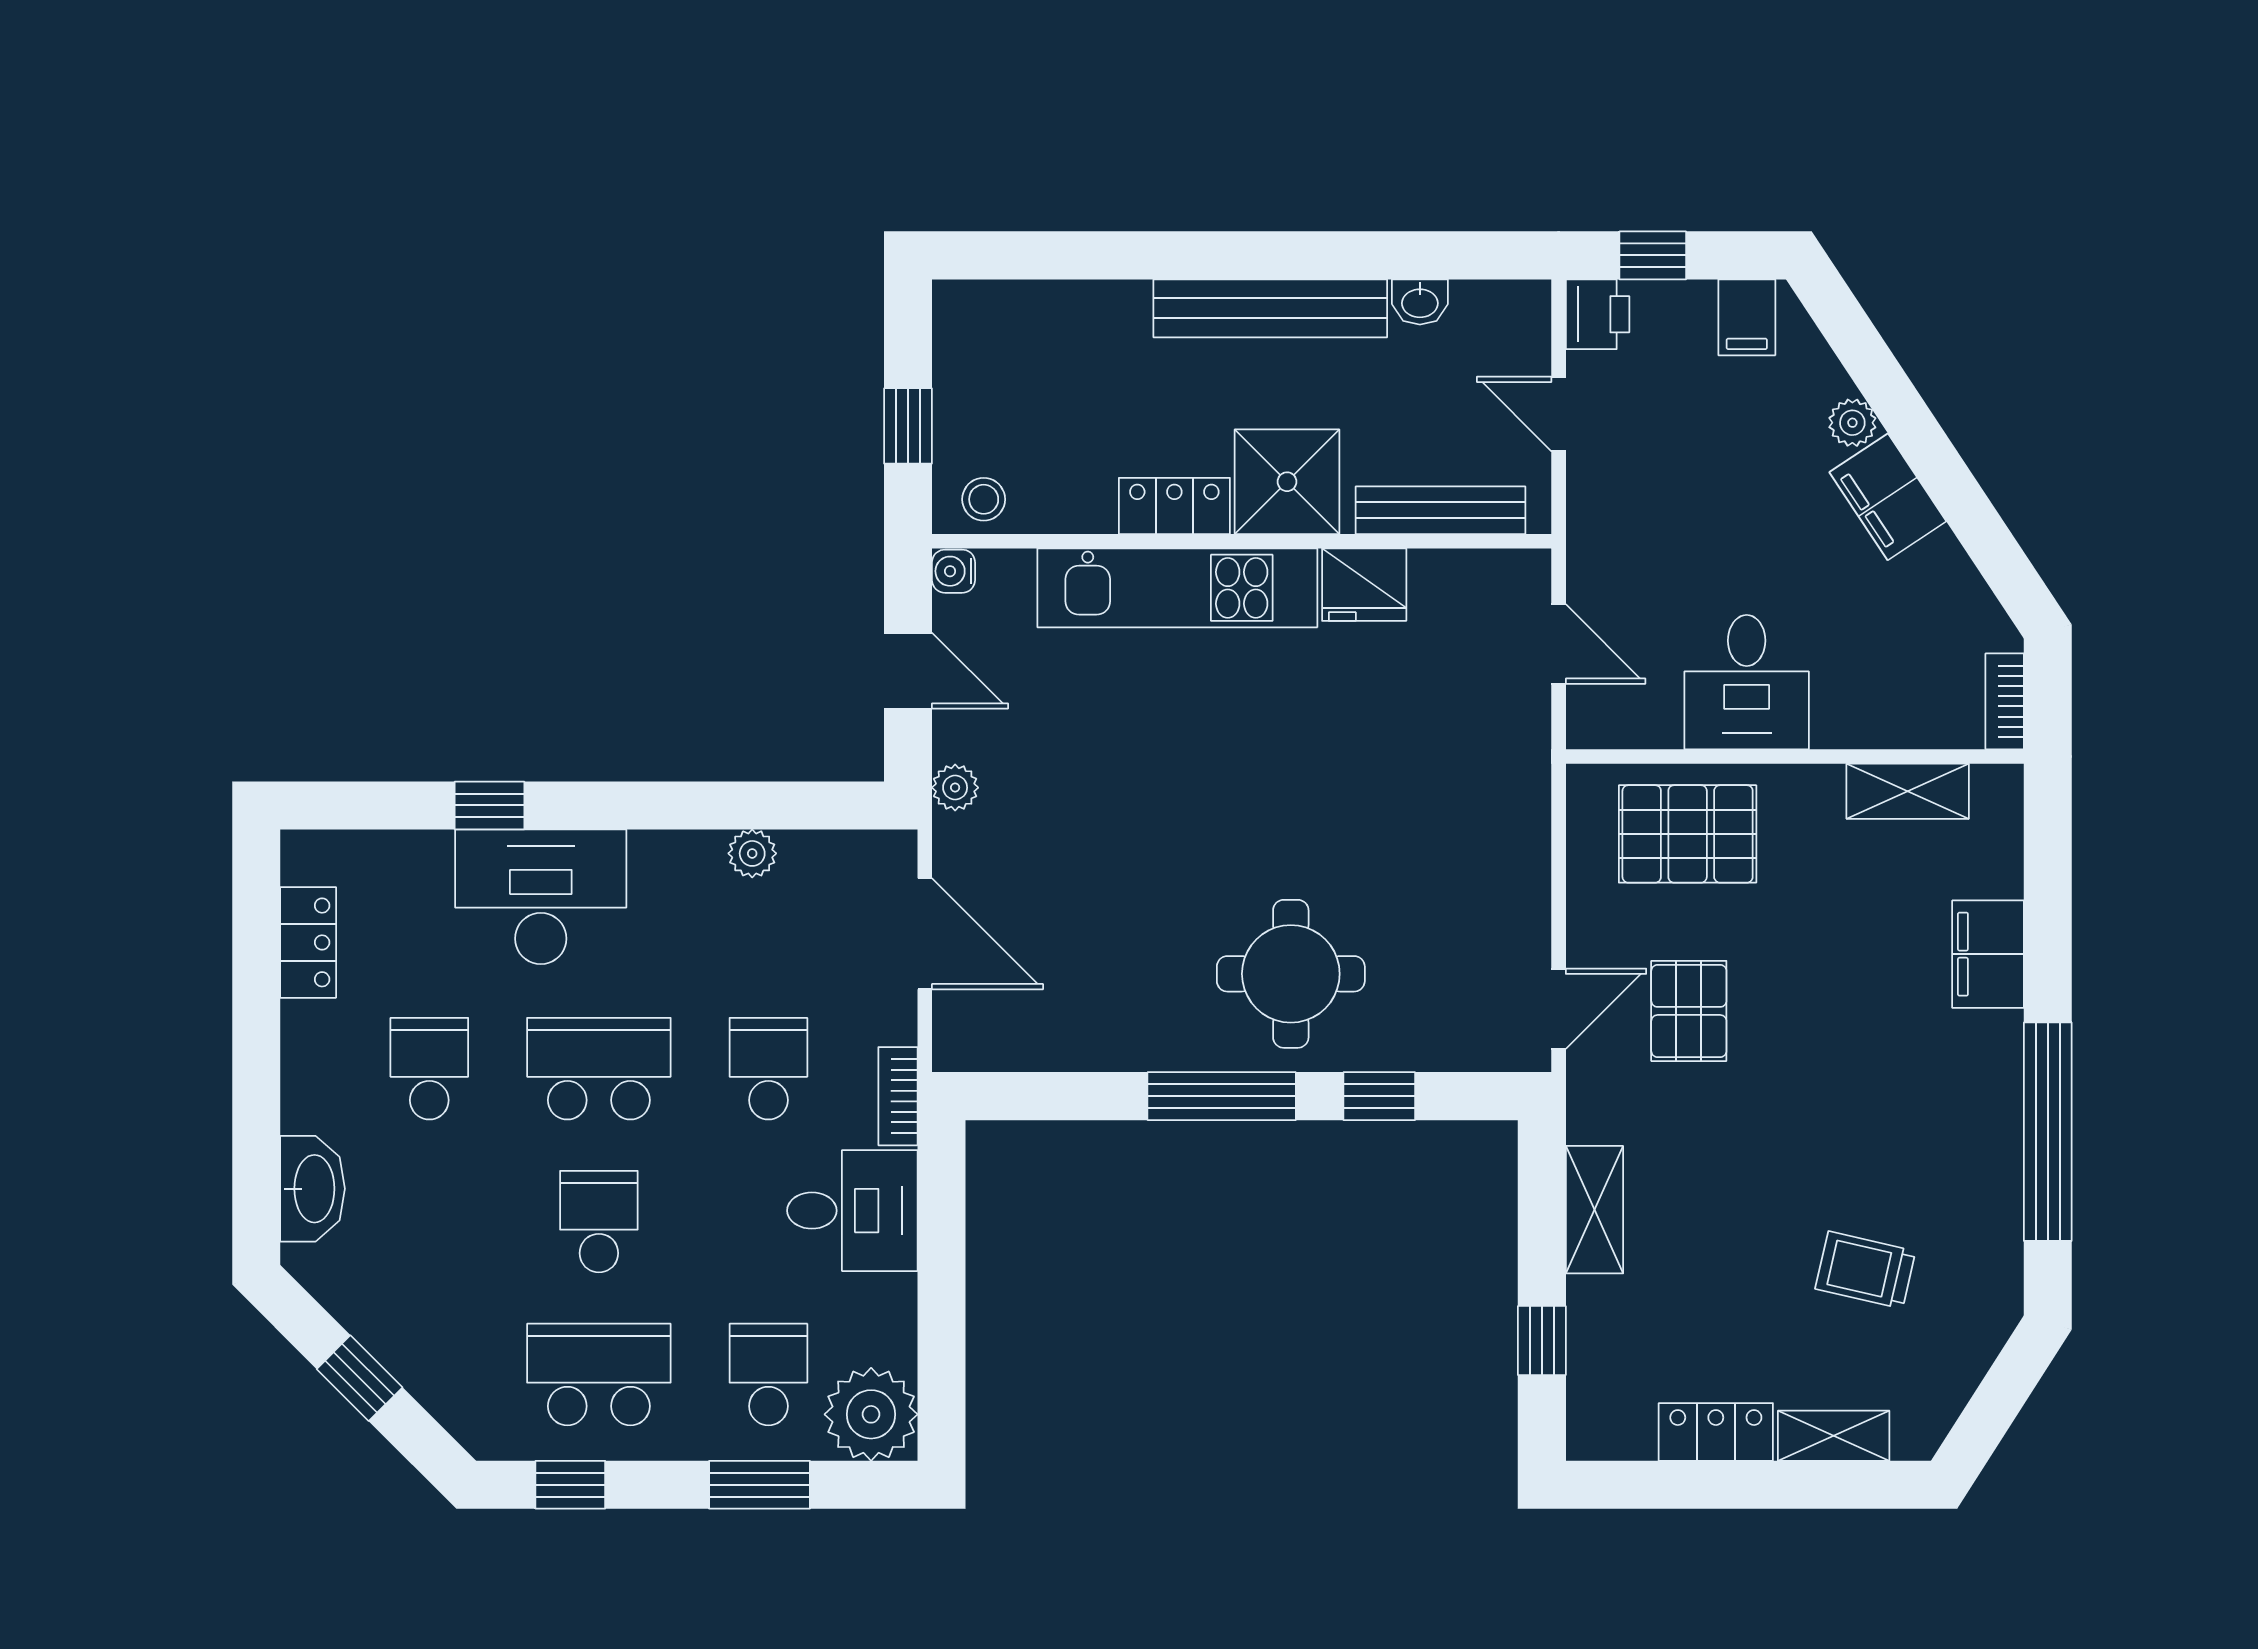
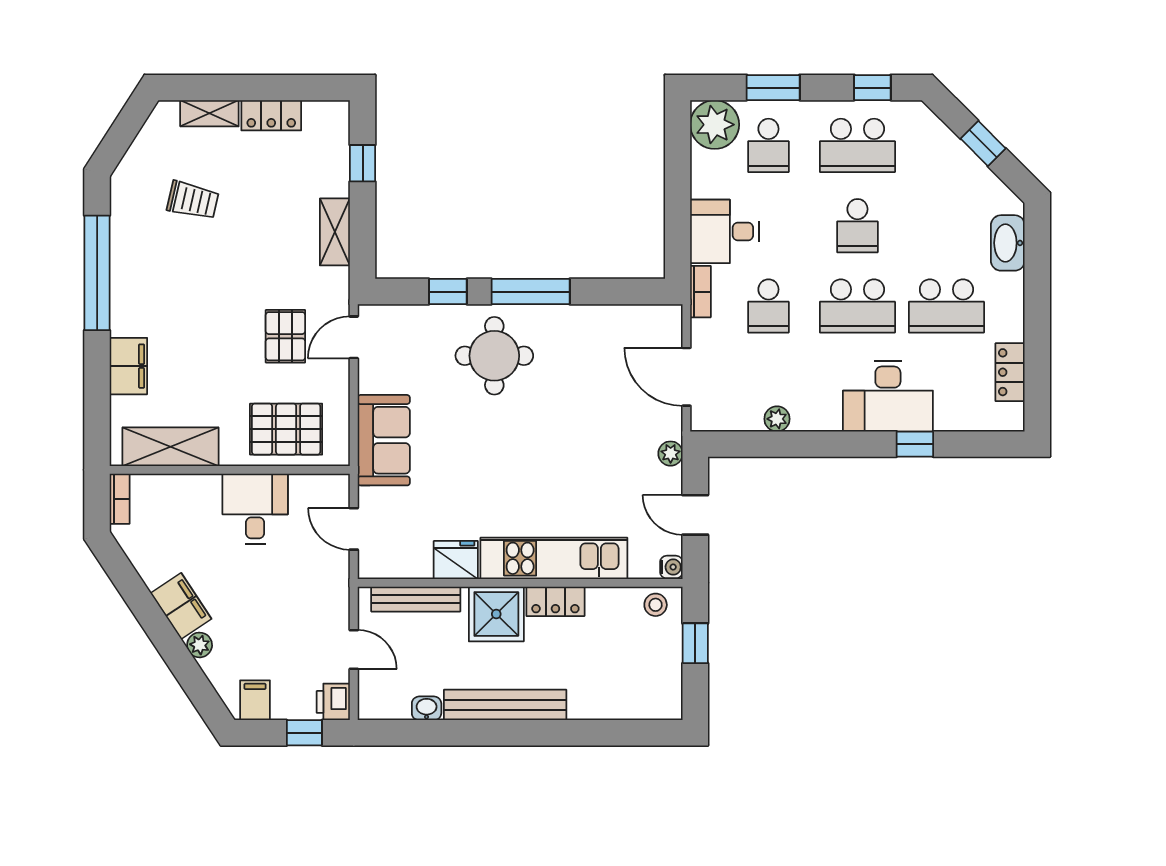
shelving: (1908, 791) -> (171, 447), width x1.50, depth x1.33
sofa: (1502, 813) -> (384, 440), added
school desk: (429, 1069) -> (946, 306), width x1.85

